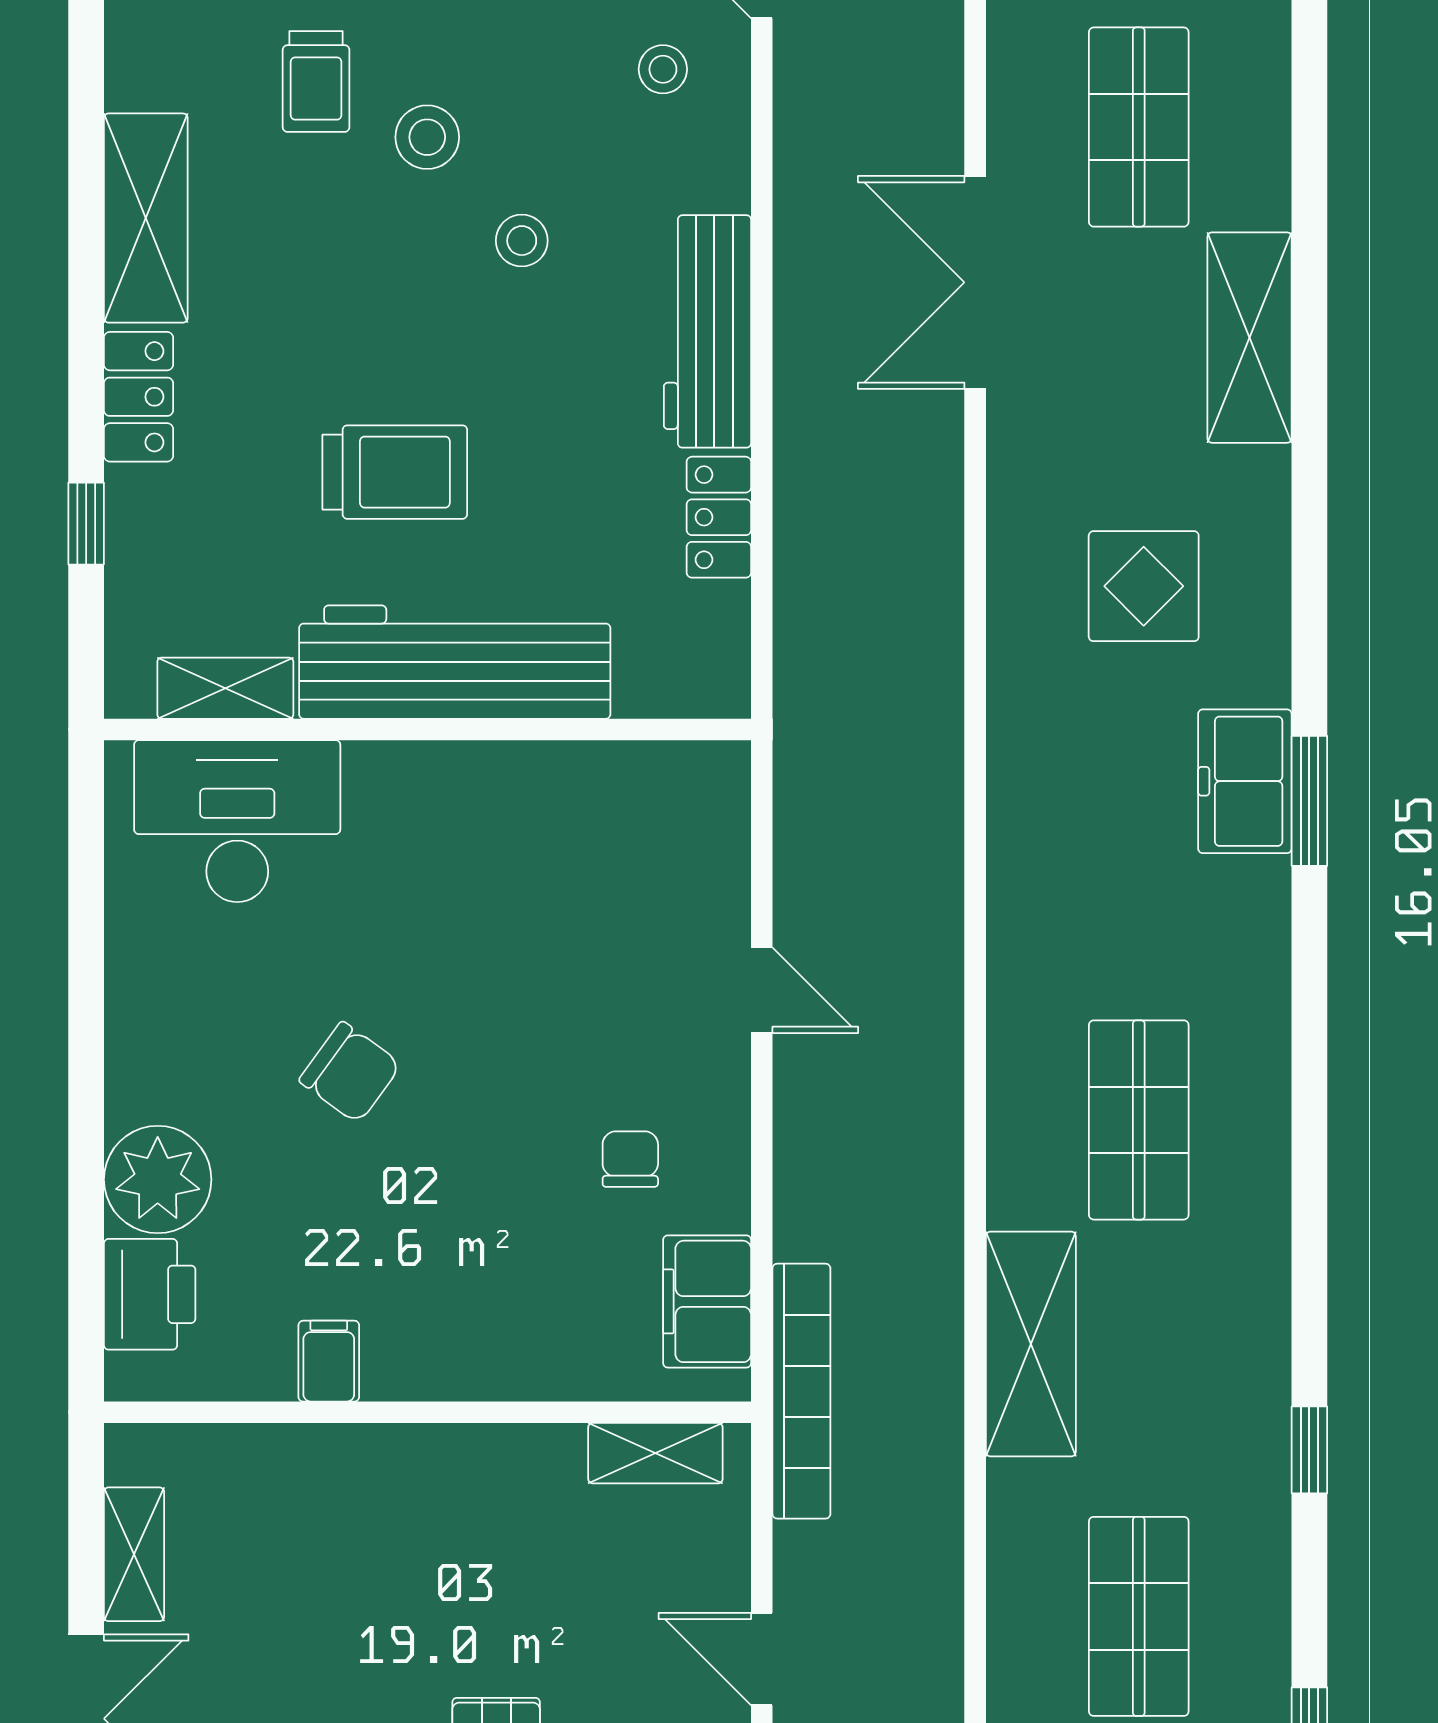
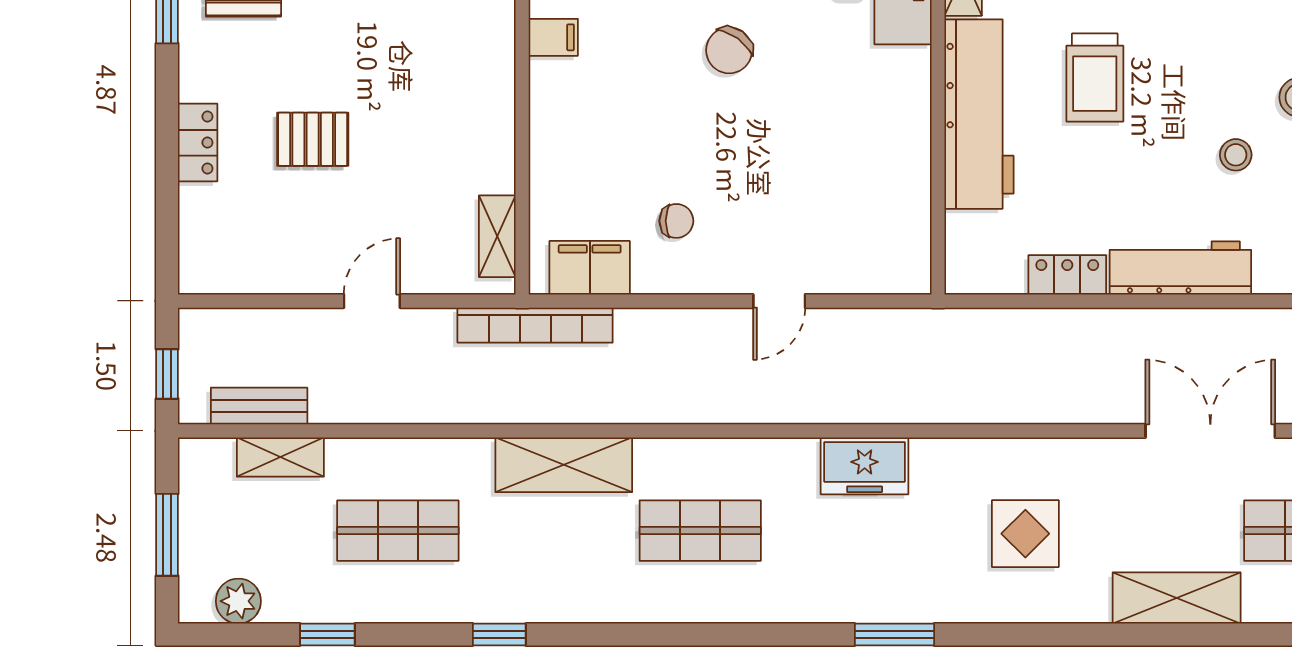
freezer: (1245, 781) -> (865, 466), moved, turned 180

